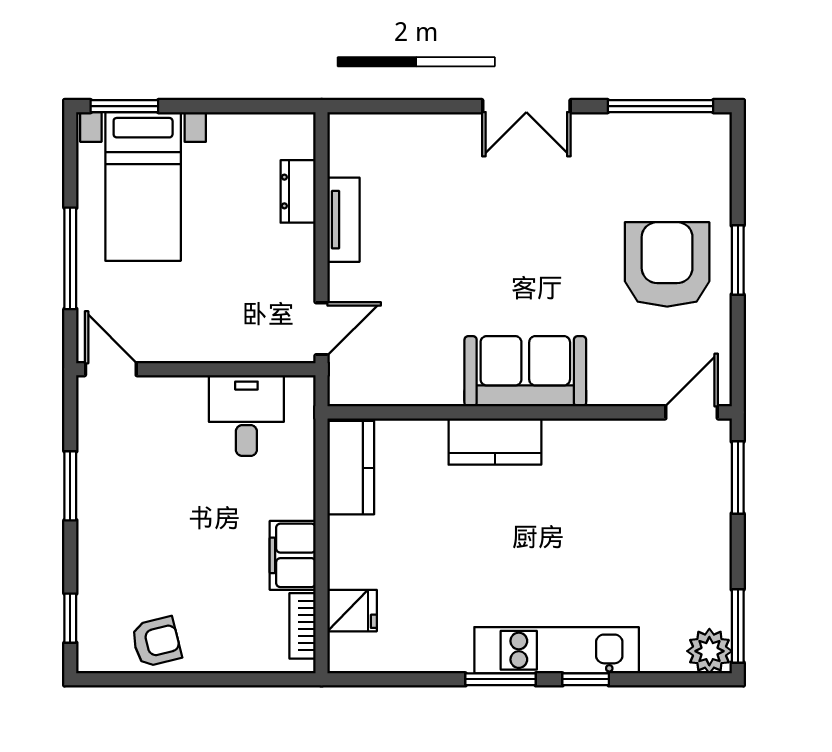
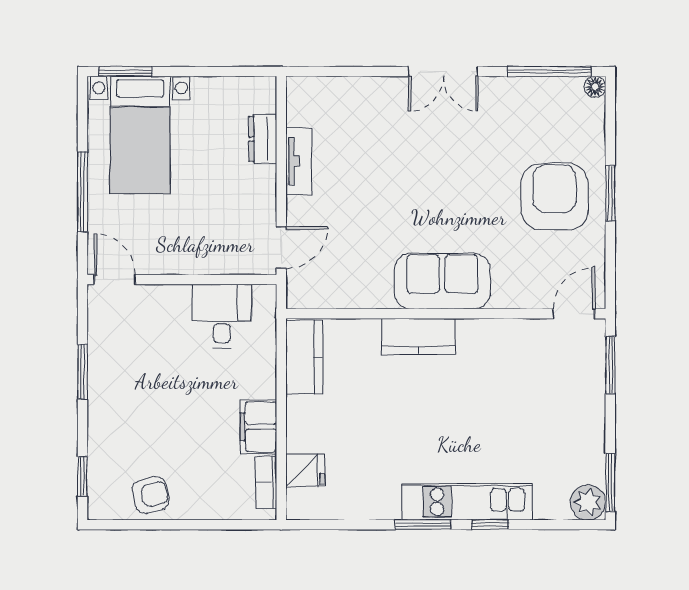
floor lamp: (718, 125) -> (595, 87), added

